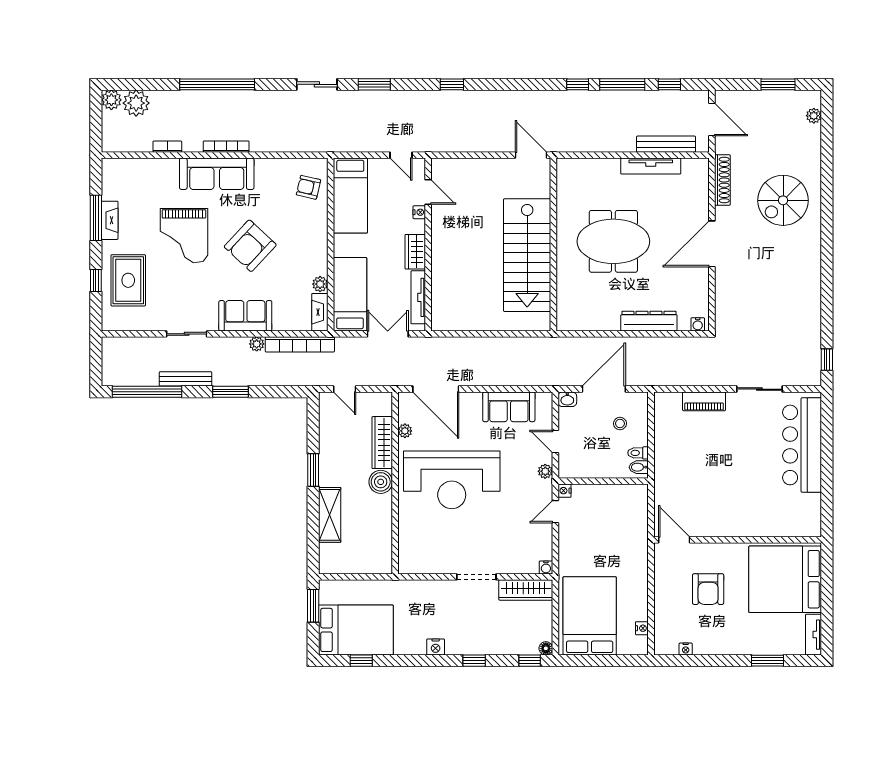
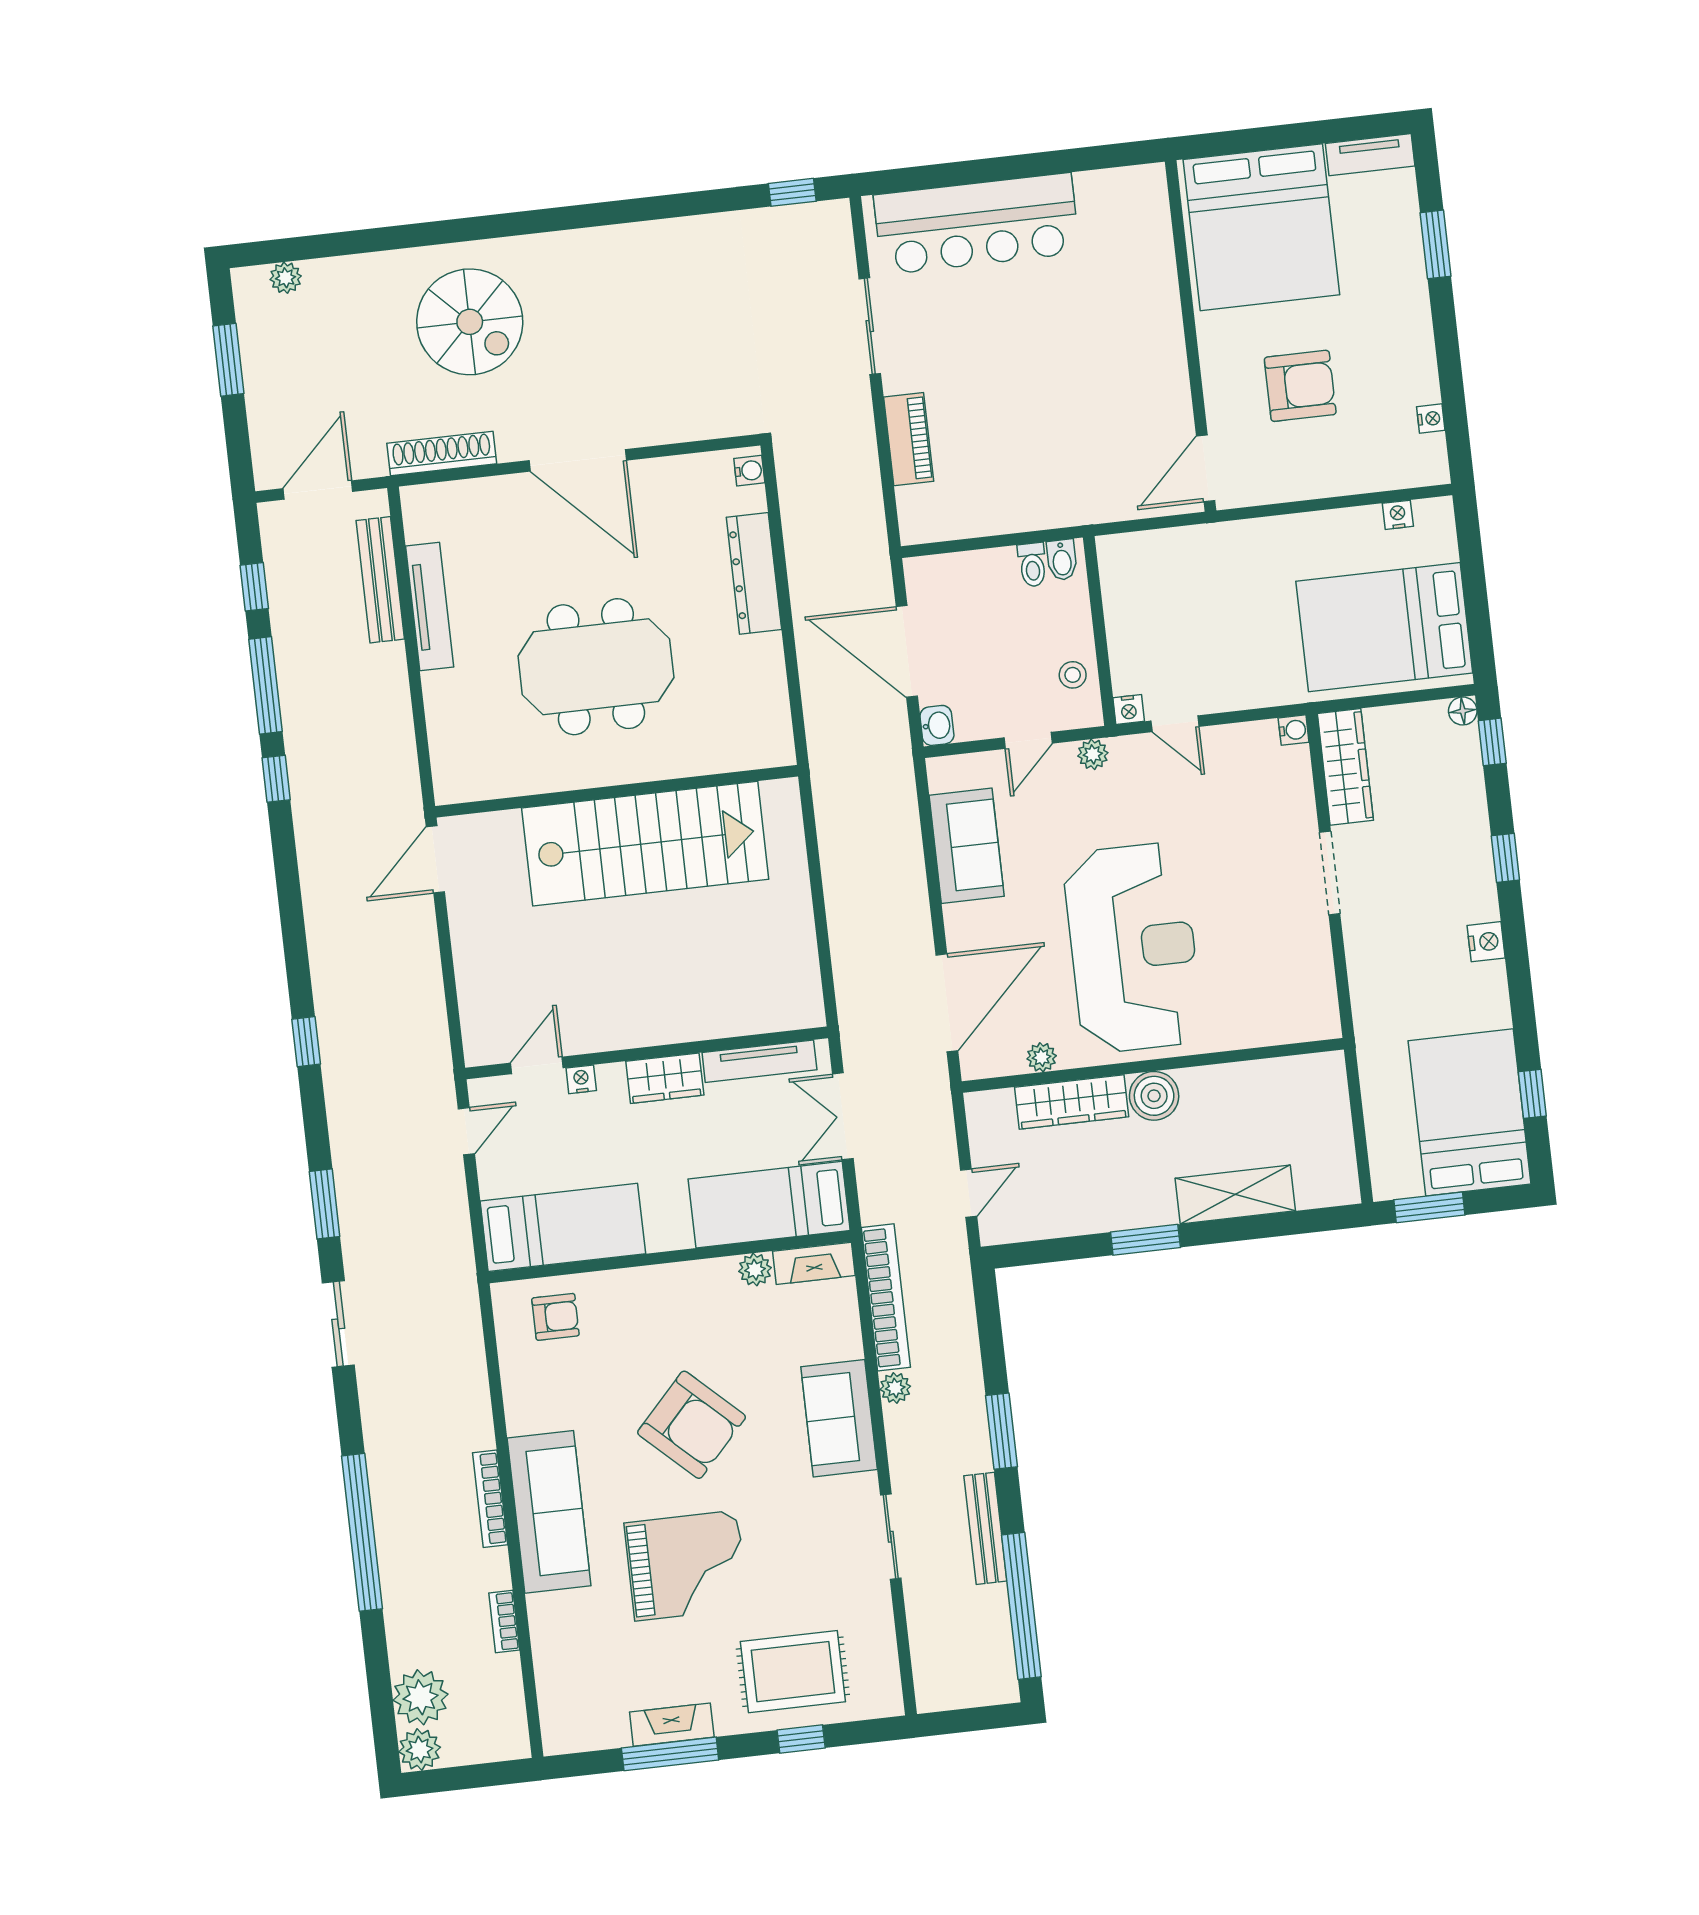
armchair: (308, 187) -> (555, 1317), turned -103
meeting table: (613, 241) -> (596, 667), turned 90
stool: (620, 424) -> (1073, 675), moved

